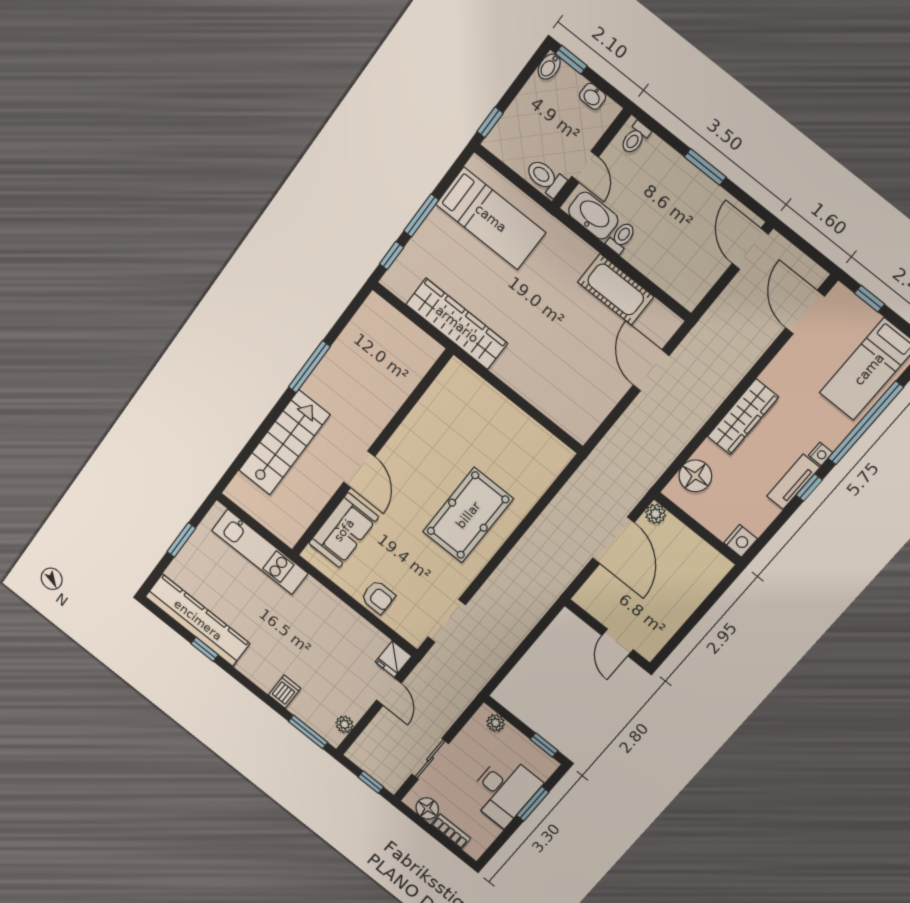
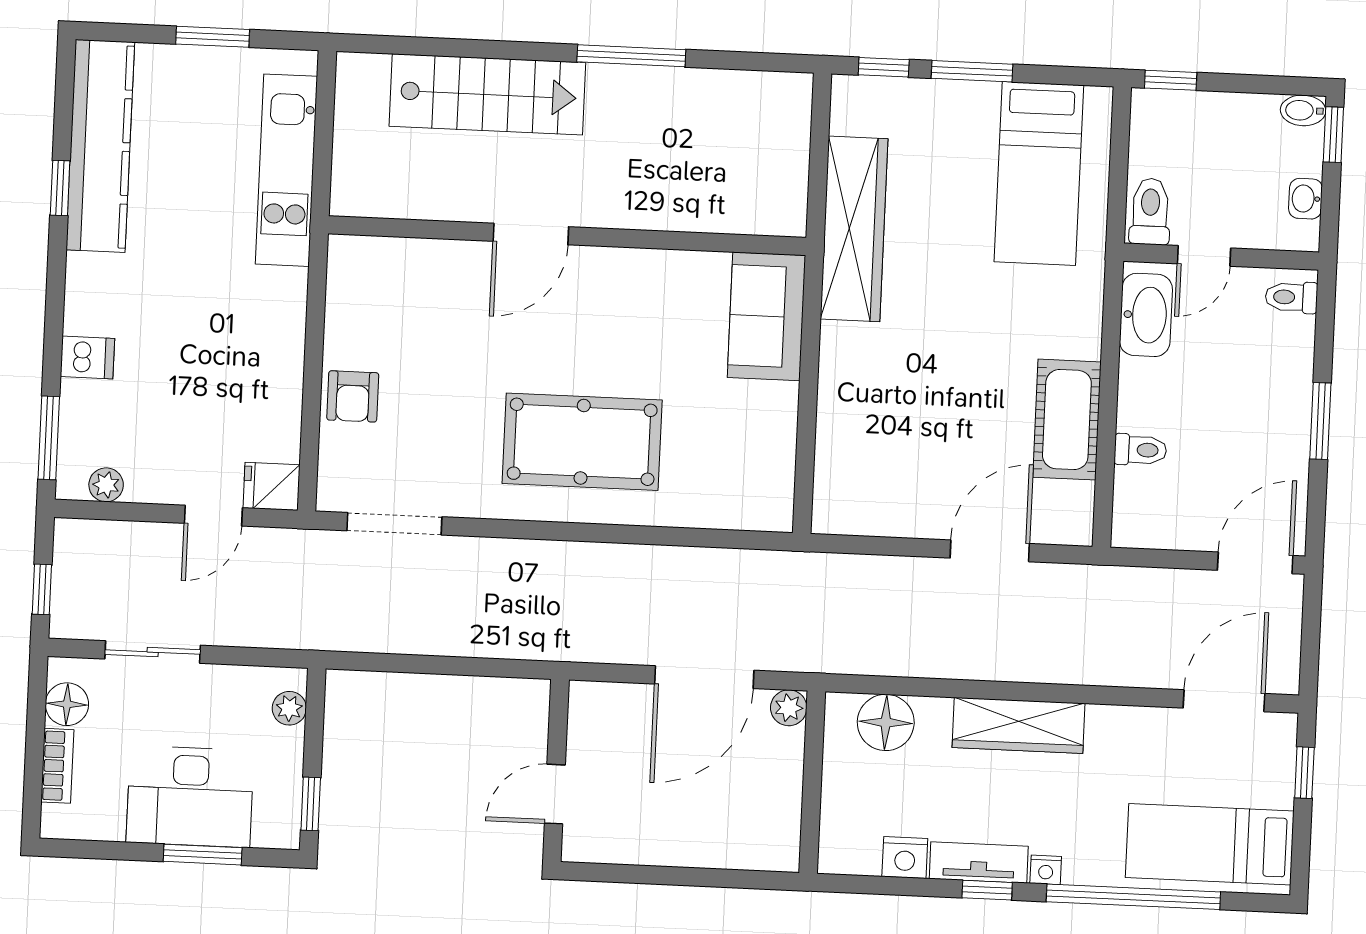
toilet: (621, 238) -> (1140, 450), moved
sofa: (344, 530) -> (766, 316), moved, turned 90
nightstand: (741, 541) -> (905, 858), moved

